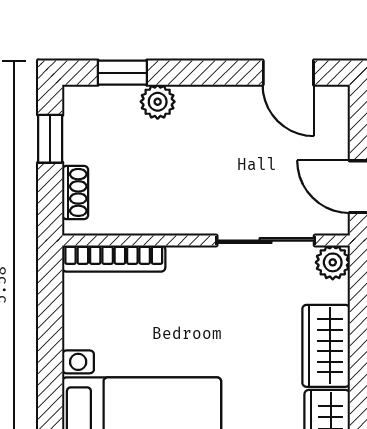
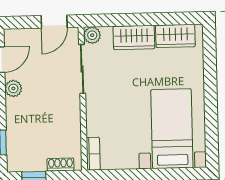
plant: (158, 102) -> (13, 88), moved
bookcase: (114, 259) -> (93, 154), width x0.64

